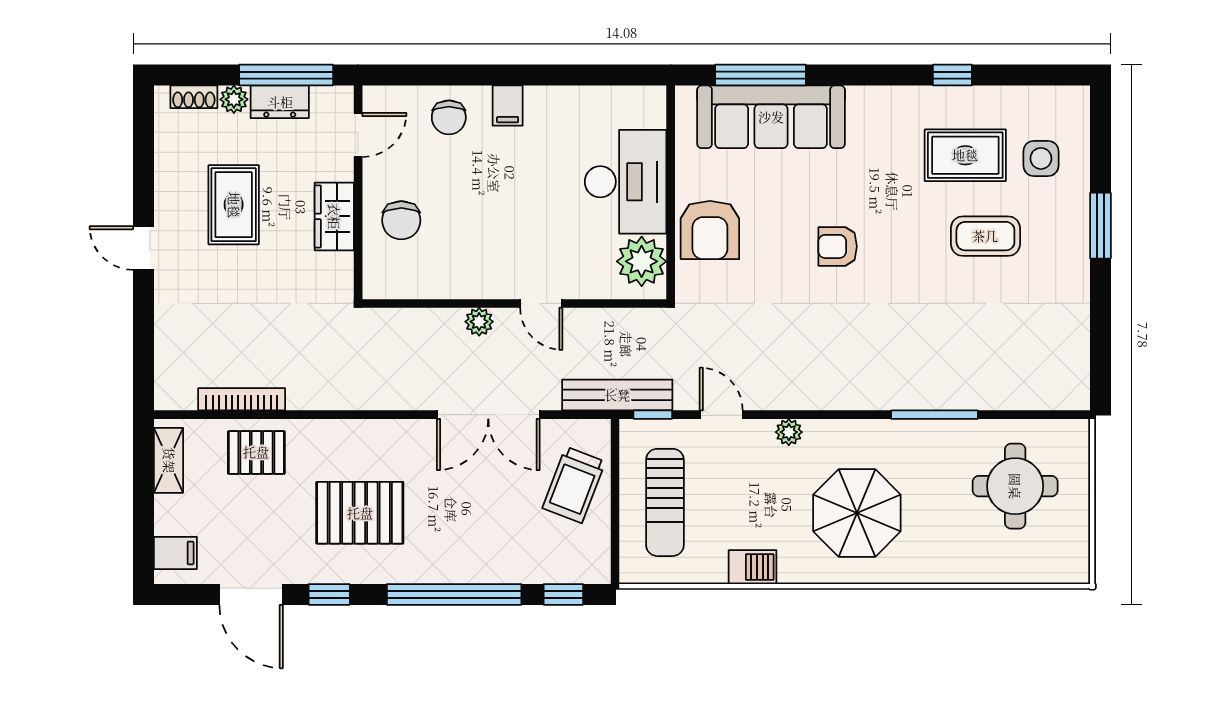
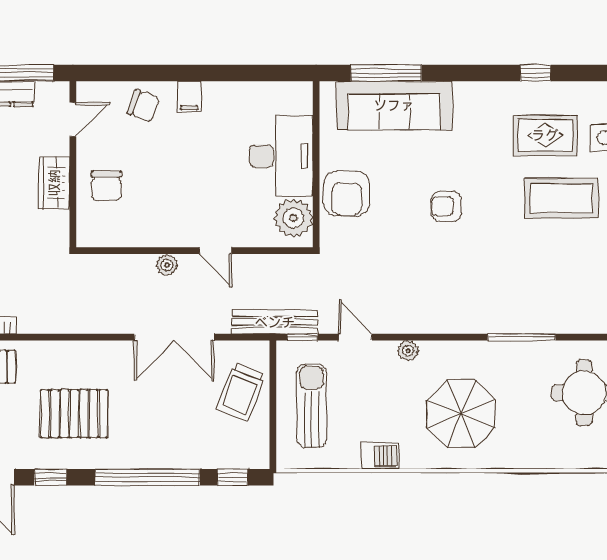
chair: (449, 117) -> (143, 106), turned -69
coffee table: (985, 236) -> (561, 198), width x1.36, depth x1.32
sun lounger: (665, 502) -> (312, 406), turned 180

